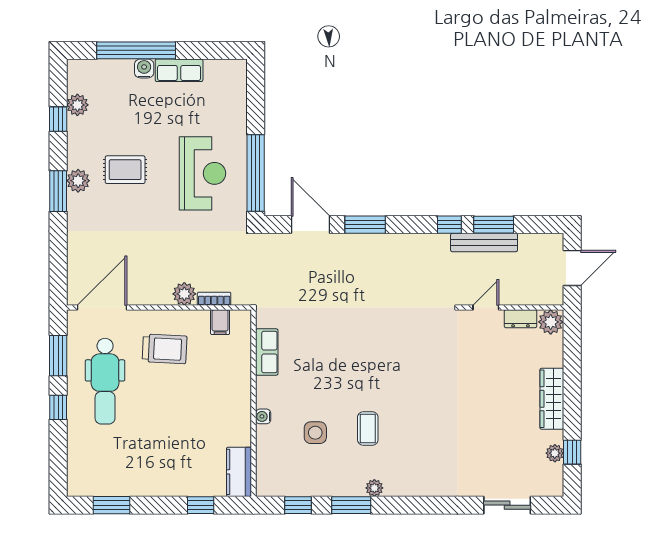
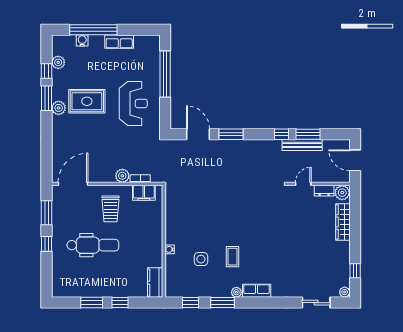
water cooler: (144, 68) -> (82, 41), moved
rug: (125, 170) -> (87, 101), width x1.36, depth x1.43
window: (256, 173) -> (165, 74), moved
window: (58, 191) -> (47, 98), moved
door: (572, 268) -> (355, 160), swing flipped
filing cabinet: (220, 322) -> (144, 193), width x2.00
trolley: (165, 349) -> (110, 209), turned 87
row of seats: (267, 352) -> (257, 291), moved, turned -90
dental chair: (105, 381) -> (93, 245), moved, turned -90
wardrobe: (552, 399) -> (343, 222), moved
plant: (555, 453) -> (345, 292), moved
window: (112, 505) -> (92, 303), moved
window: (201, 505) -> (120, 303), moved

